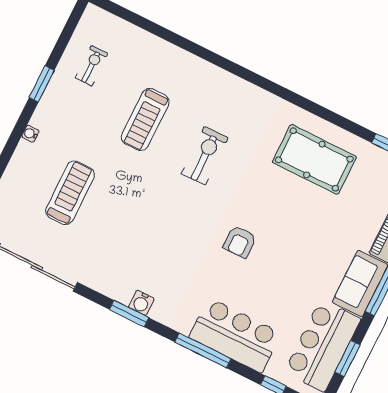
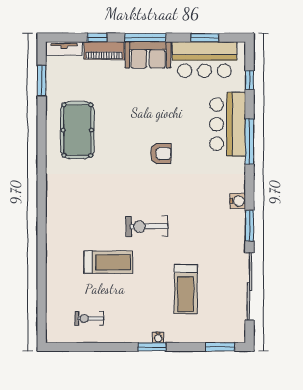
window: (42, 84) -> (152, 347), moved
exercise bike: (205, 156) -> (147, 226), moved
treadmill: (70, 193) -> (186, 289), turned -90
window: (129, 314) -> (249, 225), moved

